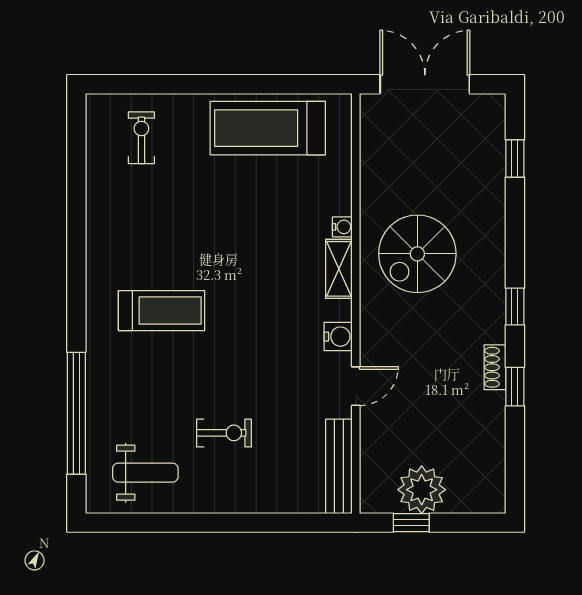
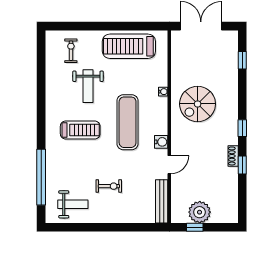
weight bench: (179, 215) -> (88, 86), added
shelving: (339, 269) -> (162, 111), removed
exercise mat: (265, 294) -> (128, 122), added

